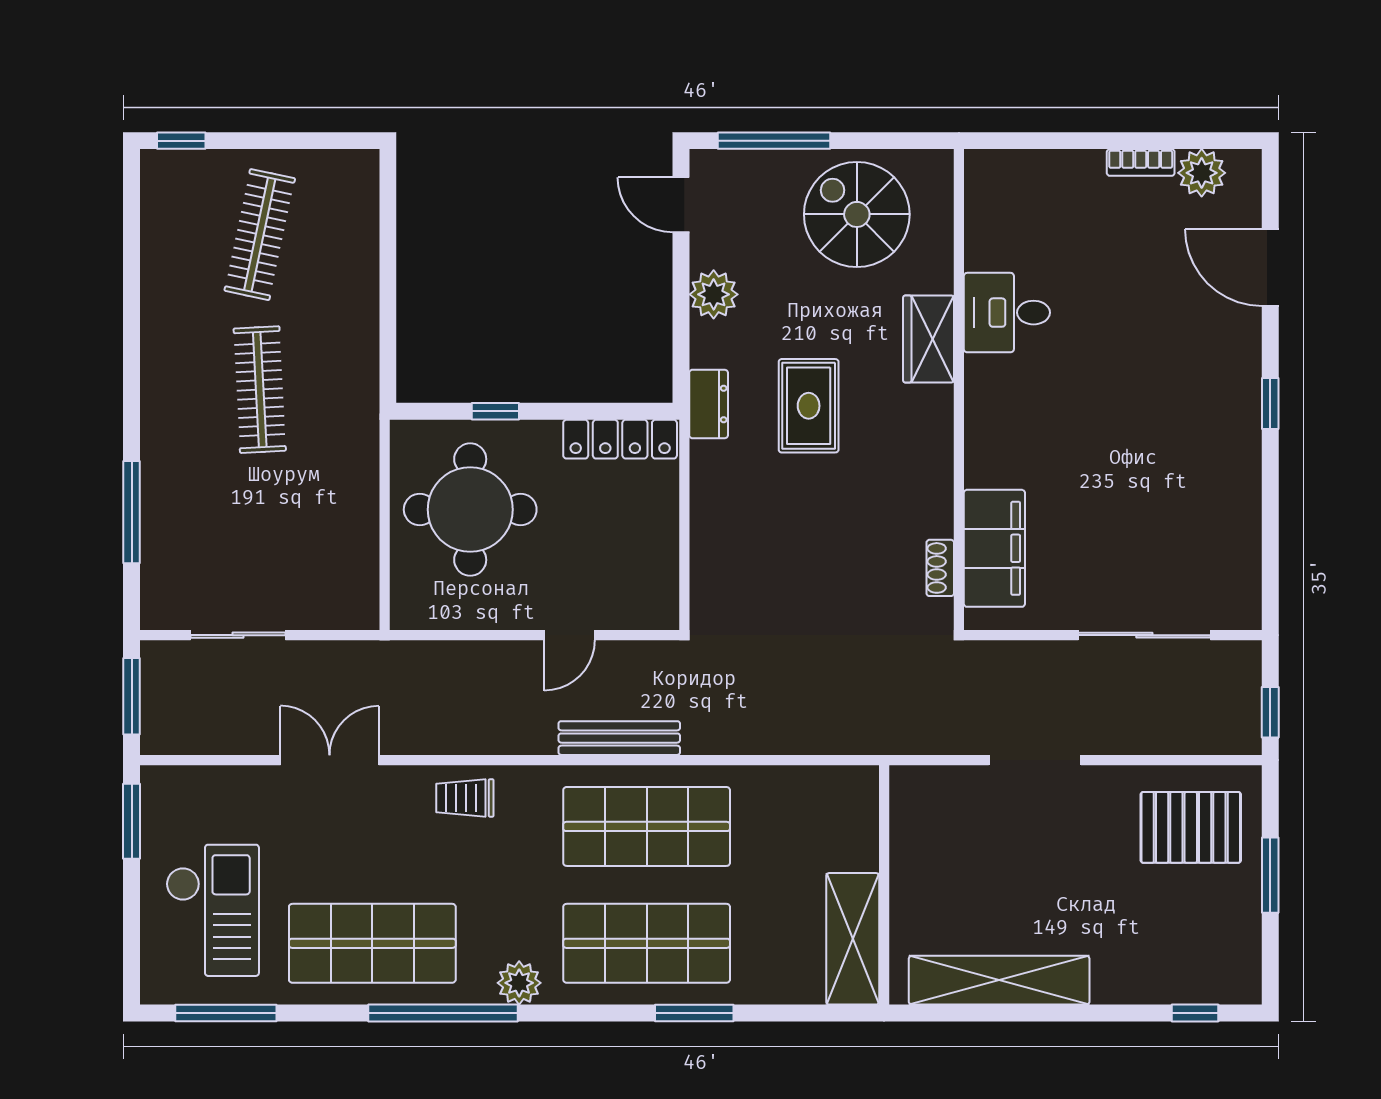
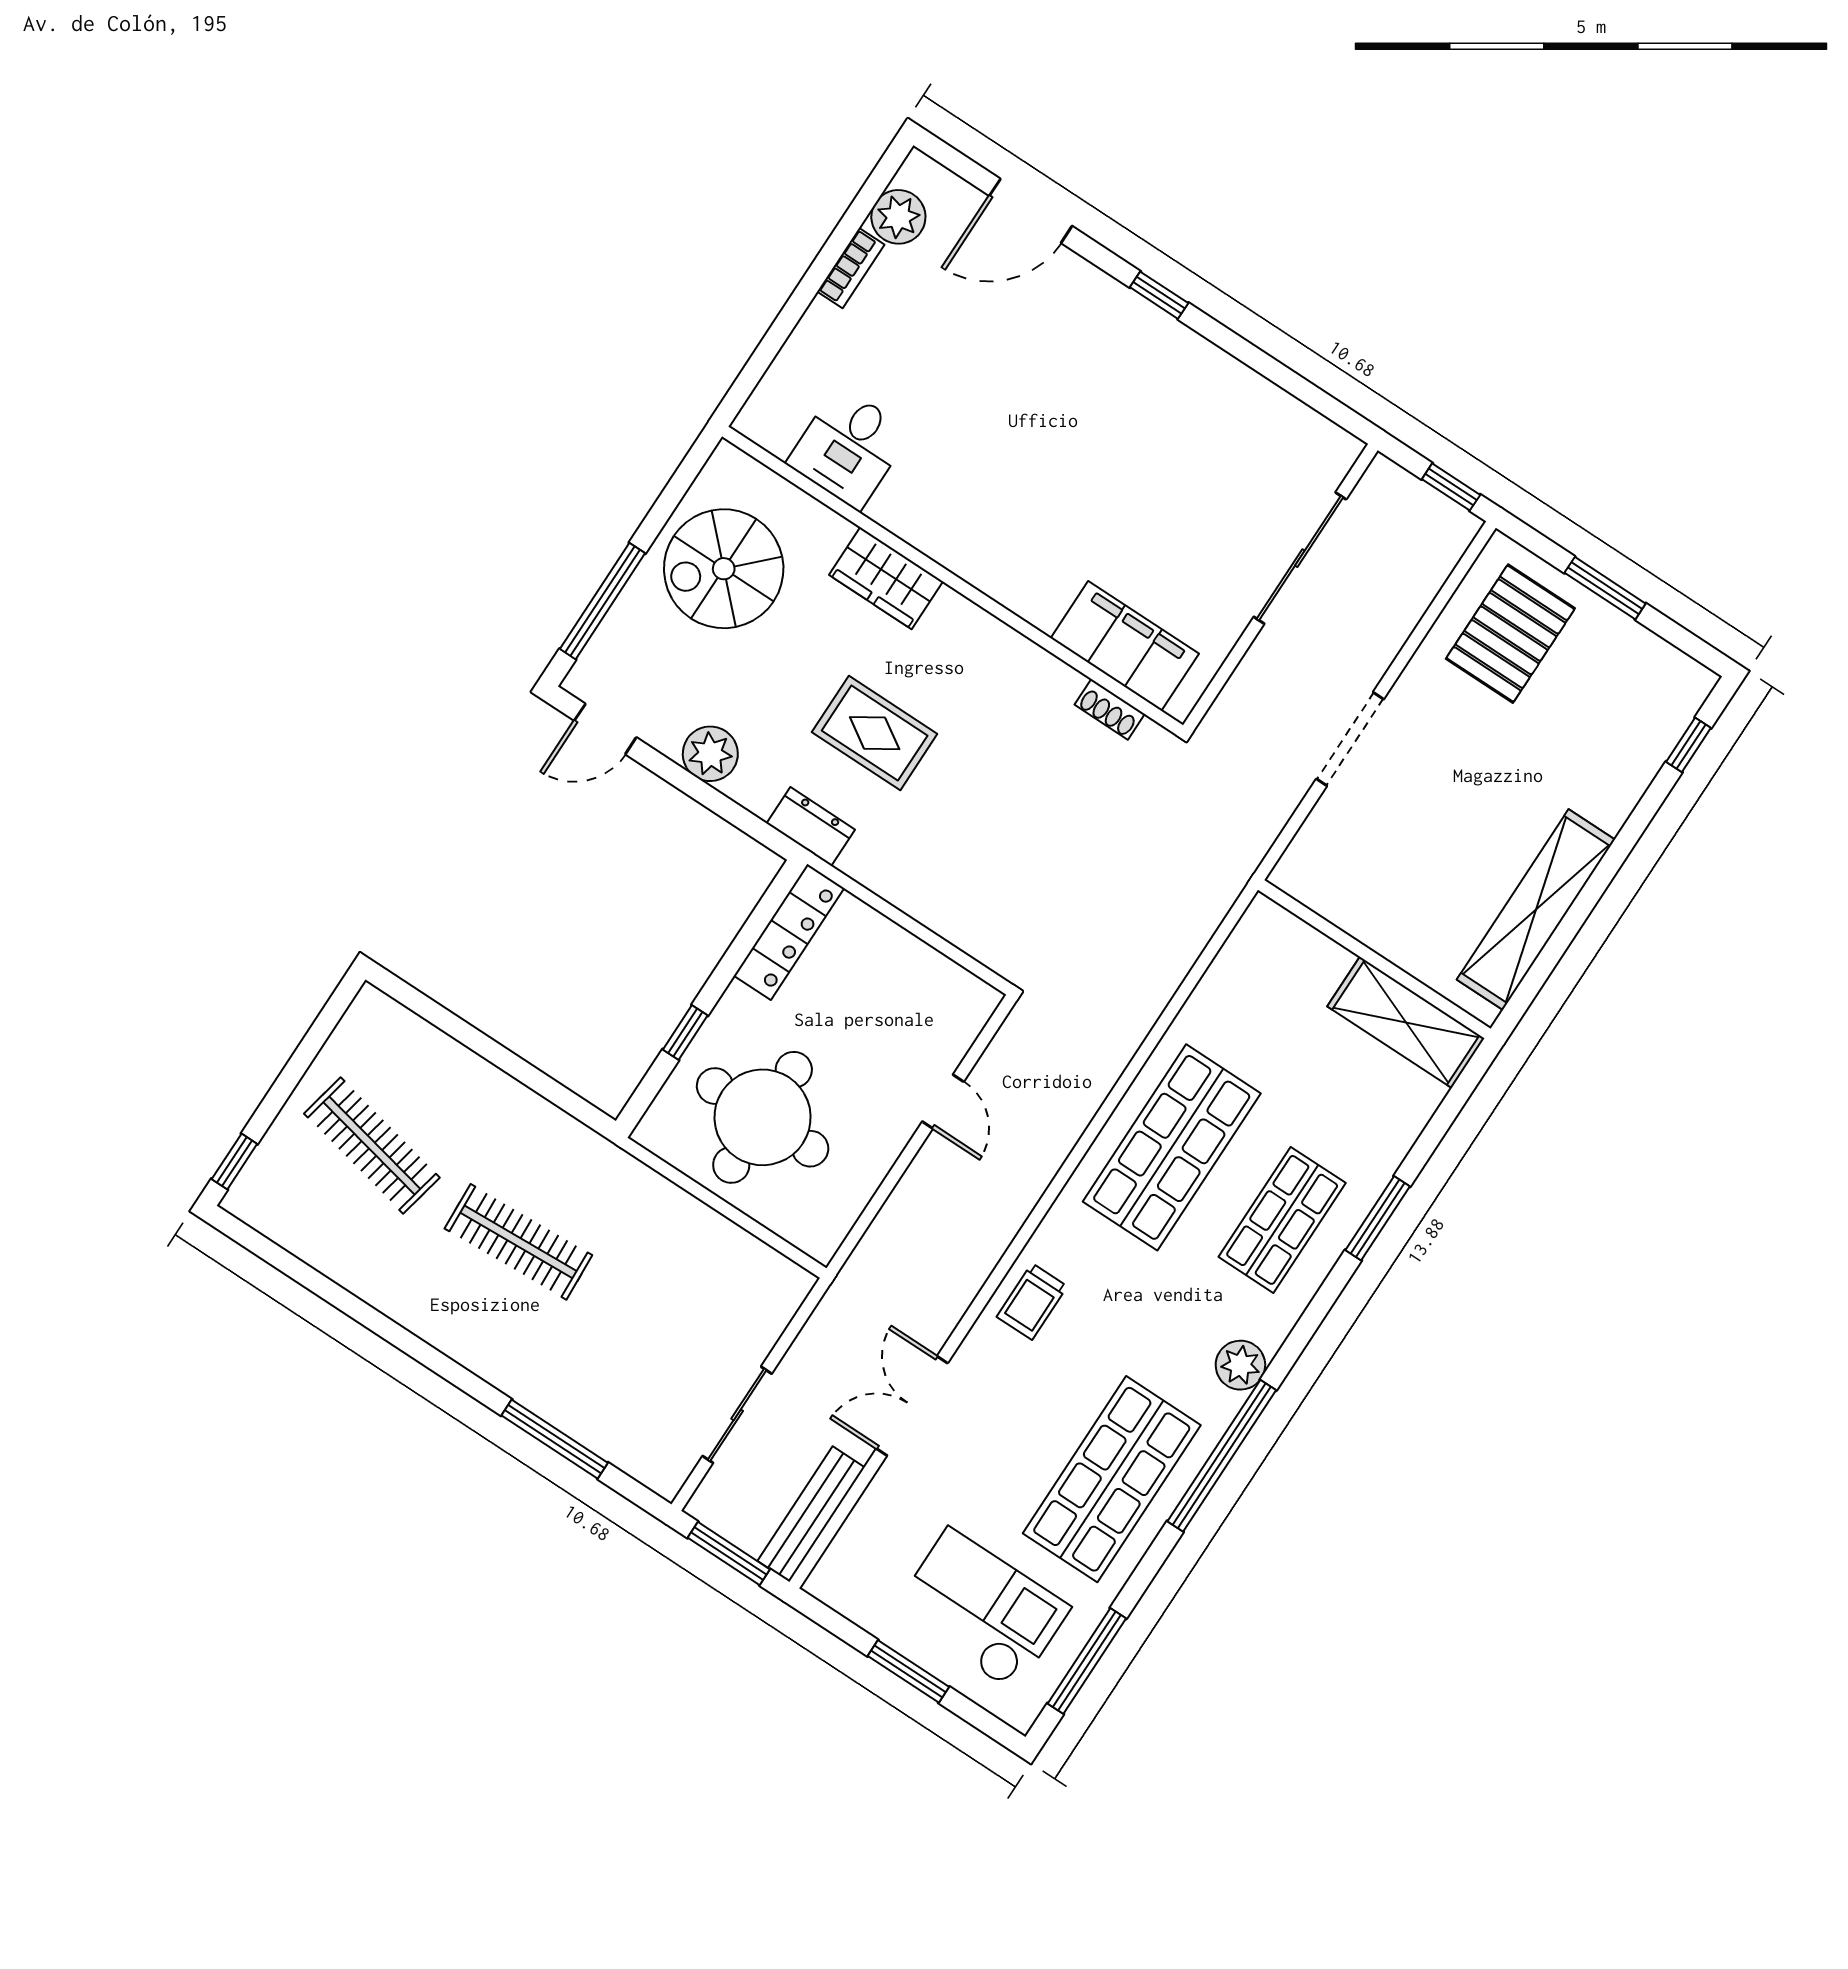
desk: (1007, 313) -> (849, 448), moved
bench: (619, 738) -> (811, 1514), moved
window: (132, 821) -> (908, 1671), moved
shop shelf: (647, 943) -> (1282, 1220), width x0.70, depth x0.74

